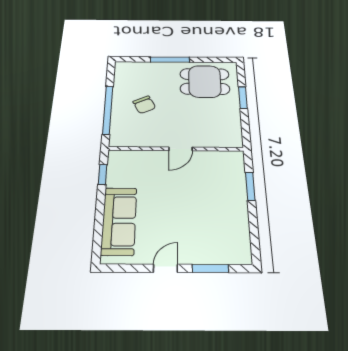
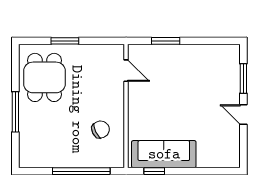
chair: (144, 105) -> (101, 129), moved
door: (181, 149) -> (126, 71), moved
sofa: (119, 221) -> (164, 154), moved

